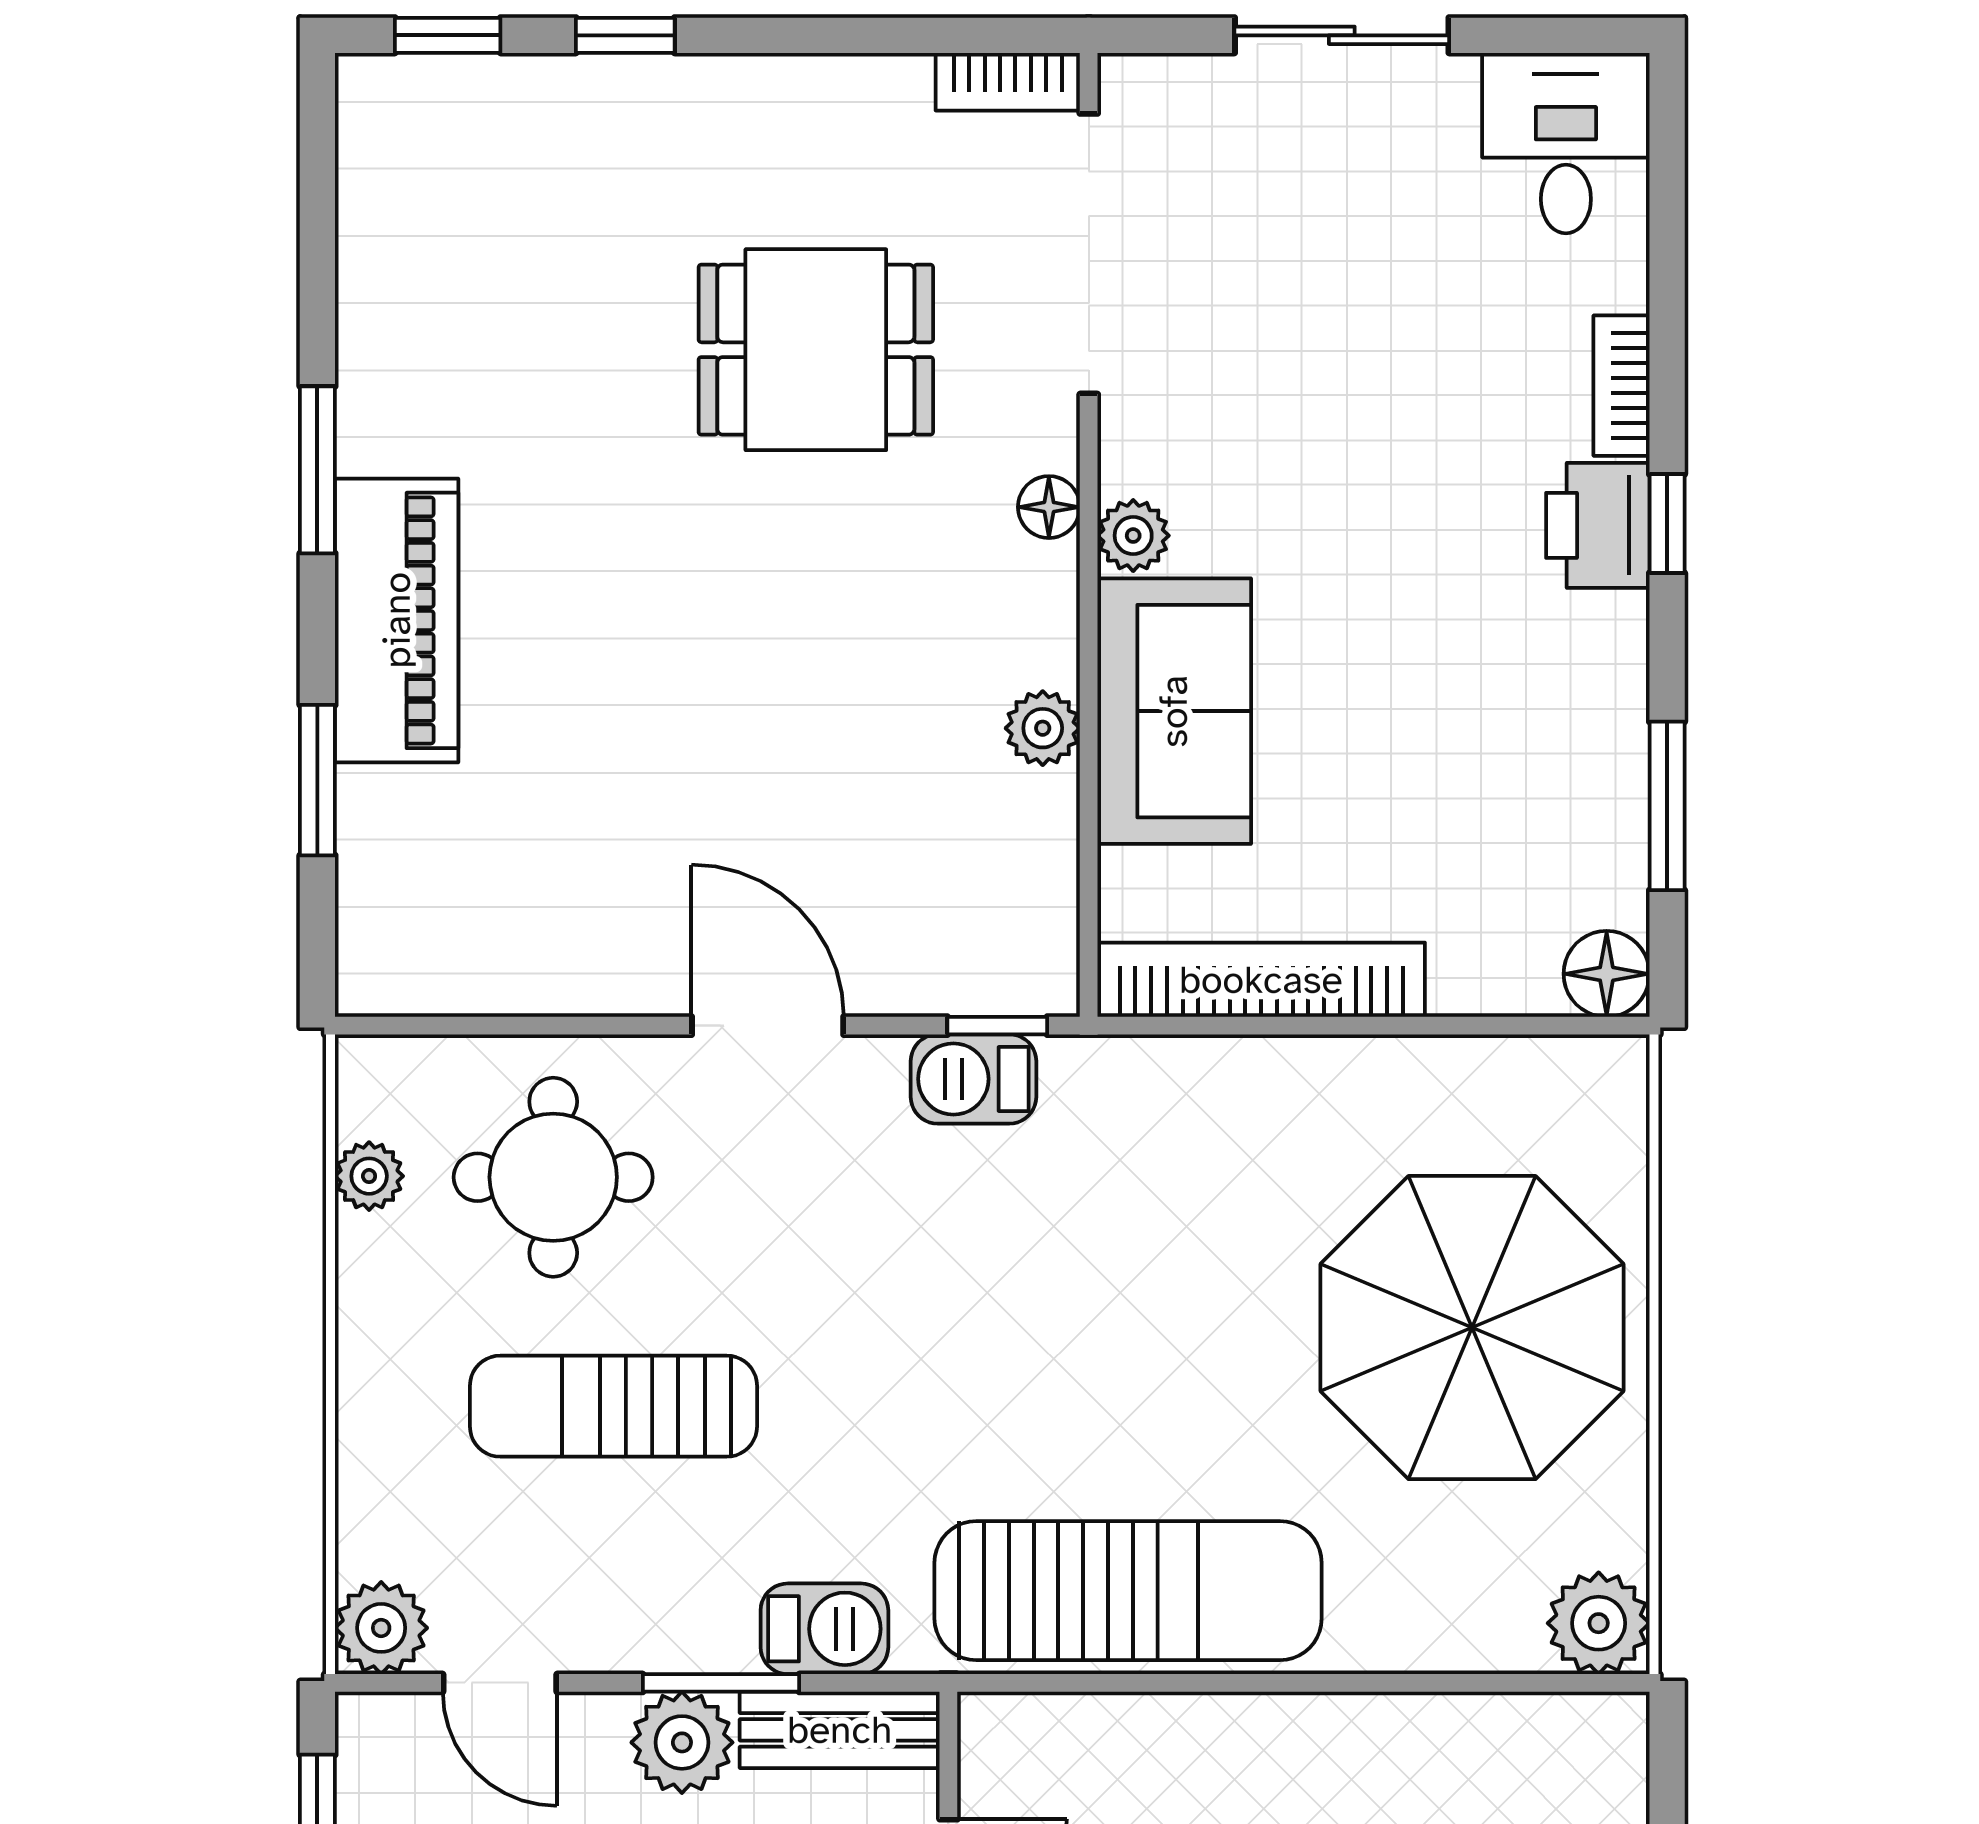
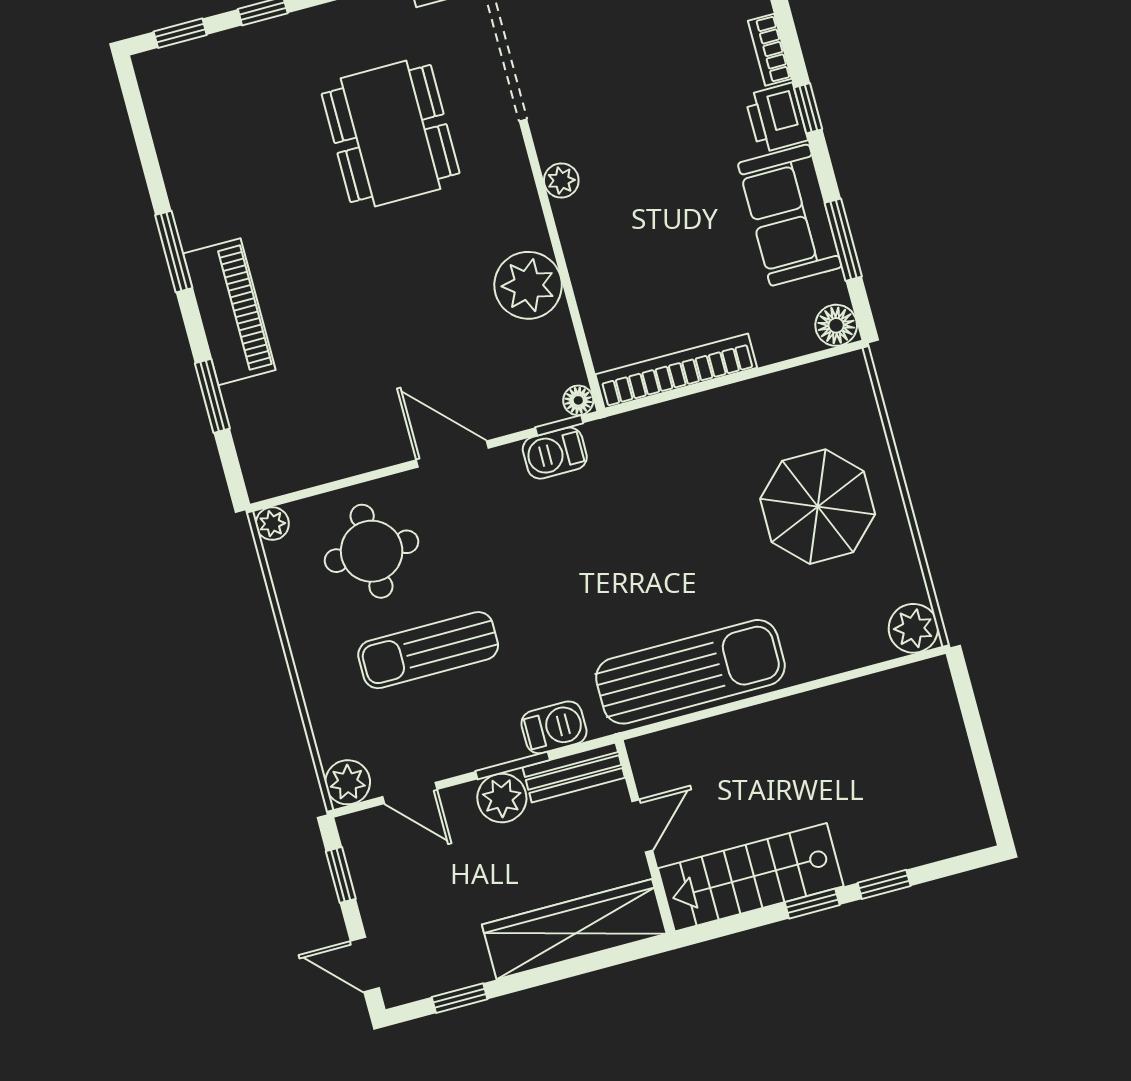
dining table: (816, 350) -> (391, 134), width x1.38
floor lamp: (1049, 507) -> (578, 400), moved
sofa: (1174, 711) -> (790, 215), moved, turned 180
plant: (1043, 728) -> (528, 285), width x1.87, depth x1.87
plant: (369, 1176) -> (272, 524), moved
parasol: (1472, 1328) -> (818, 507), width x0.73, depth x0.73

